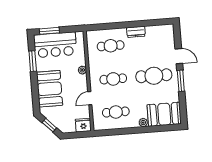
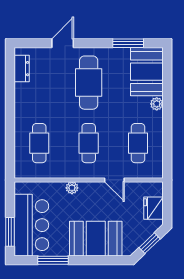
dresser: (136, 32) -> (22, 69), moved
window: (181, 81) -> (128, 43), moved
fridge: (83, 125) -> (154, 208), moved

